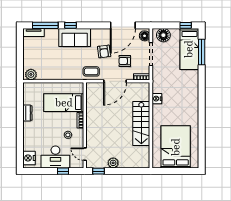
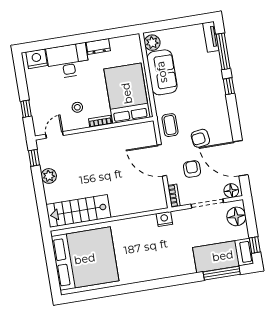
sofa: (75, 37) -> (162, 72), moved, turned 180
nightstand: (157, 99) -> (164, 219), moved
bed: (64, 103) -> (127, 93), width x1.50
stairs: (141, 123) -> (78, 211), moved
bed: (176, 147) -> (85, 259), width x1.36
desk: (55, 157) -> (68, 61), moved, turned 90

